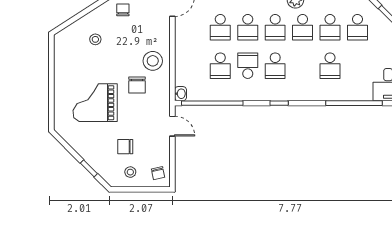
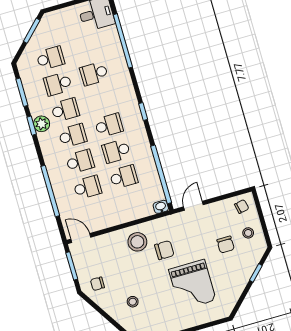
school desk: (330, 27) -> (58, 84), turned 180
school desk: (330, 66) -> (94, 74), turned 180

